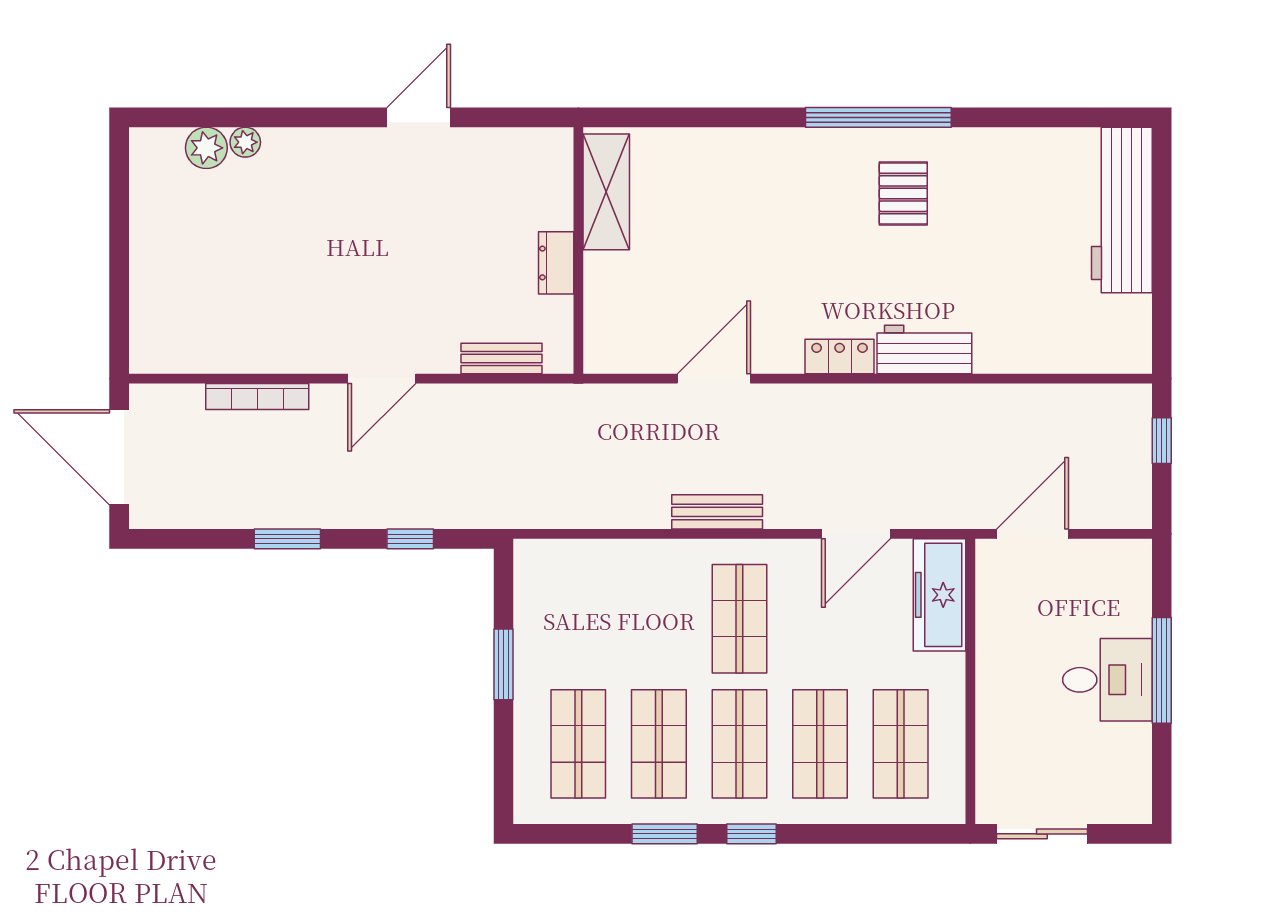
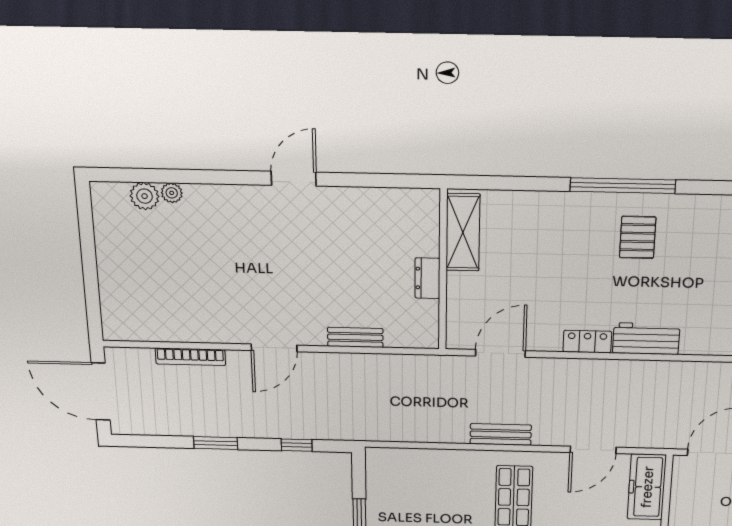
shelving: (606, 192) -> (463, 232), moved
wall: (578, 251) -> (443, 270), moved
dresser: (556, 263) -> (427, 278), moved

